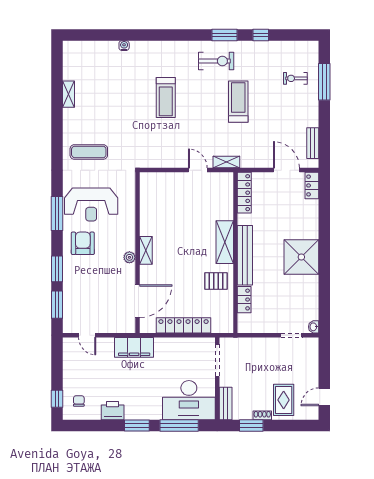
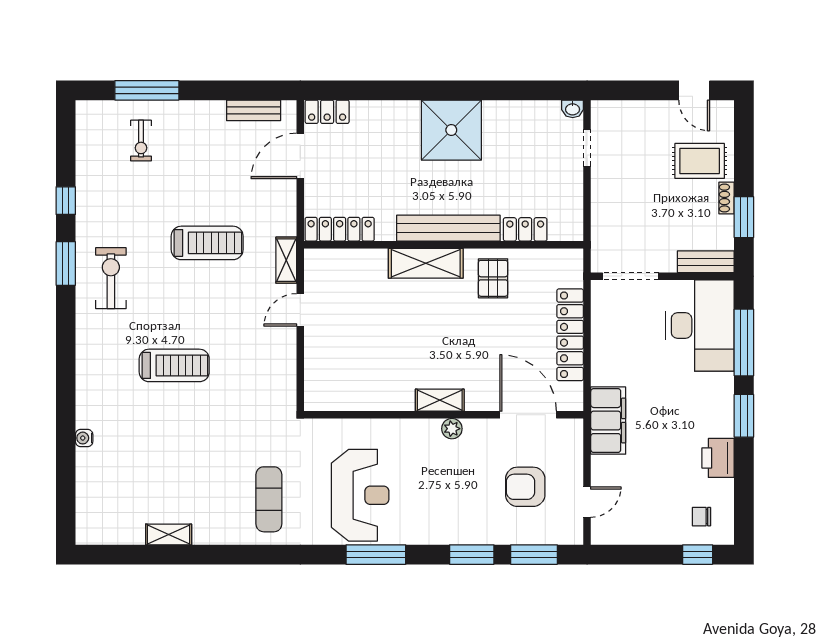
treadmill: (238, 102) -> (207, 243), moved, turned 180
armchair: (83, 243) -> (525, 487), moved

